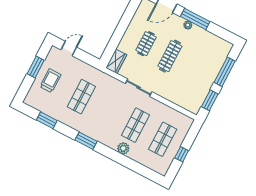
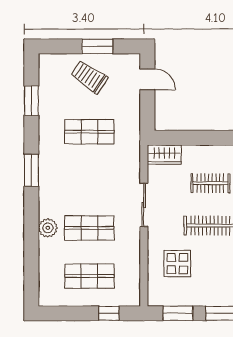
trolley: (50, 81) -> (89, 77), turned -146
display table: (182, 86) -> (177, 264), added
window: (182, 154) -> (109, 313), moved

